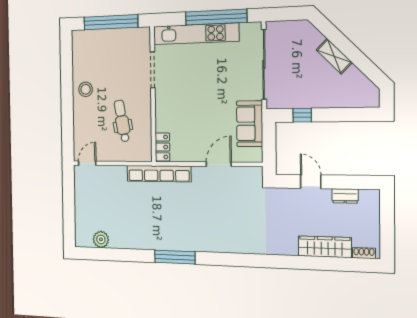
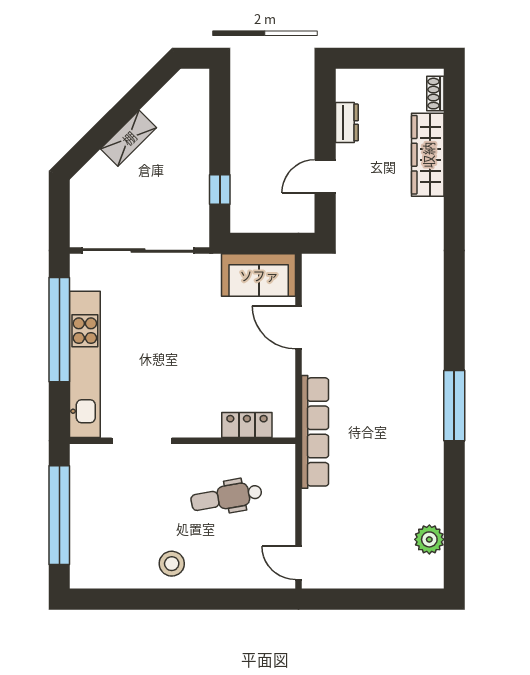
sofa: (250, 124) -> (259, 275), moved
locker: (162, 147) -> (247, 425), moved

